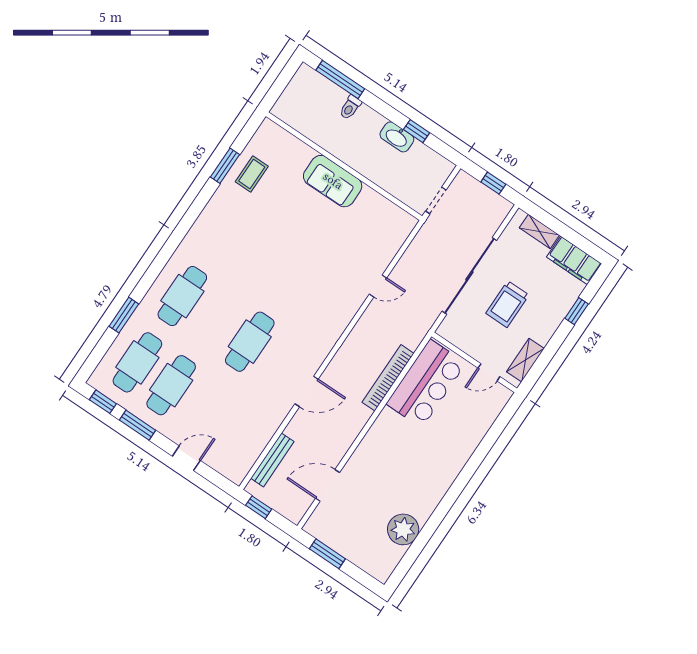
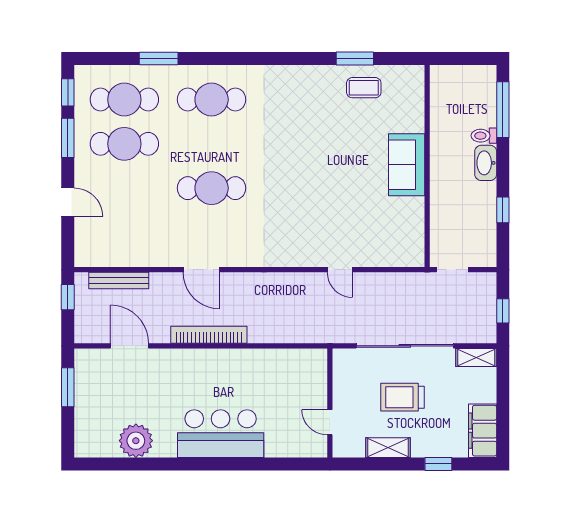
washbasin: (397, 137) -> (486, 163), moved
shelving: (539, 231) -> (476, 358), moved, turned 90
shelving: (525, 360) -> (388, 448), moved
bookcase: (388, 378) -> (209, 335), moved
bar counter: (426, 384) -> (221, 434), moved, turned 180

